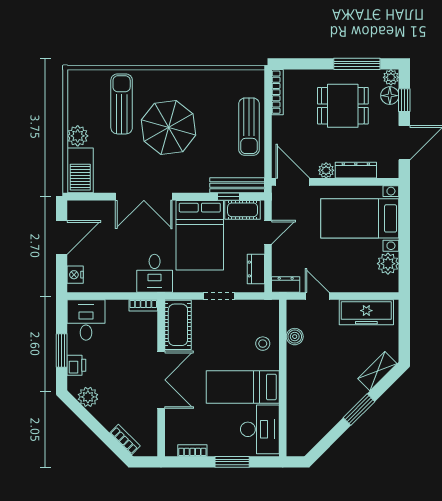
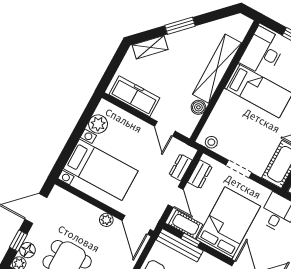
dresser: (356, 170) -> (84, 208), removed
door: (268, 232) -> (176, 197), swing flipped
dresser: (286, 284) -> (181, 167), moved, turned 90
stool: (263, 344) -> (211, 142), moved
shelving: (297, 386) -> (217, 69), added

